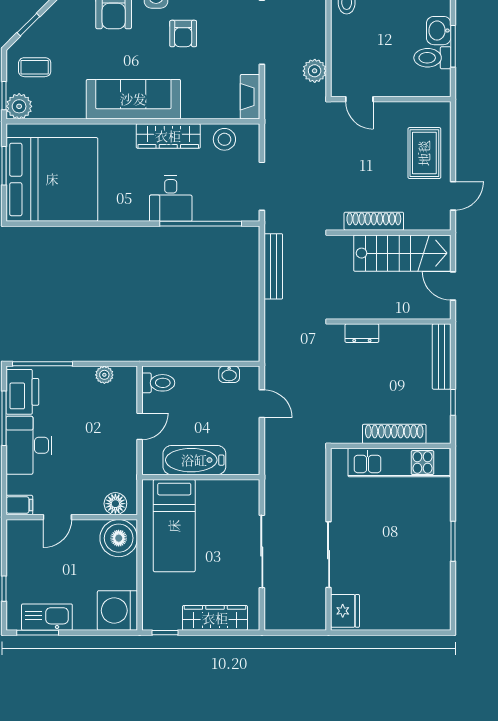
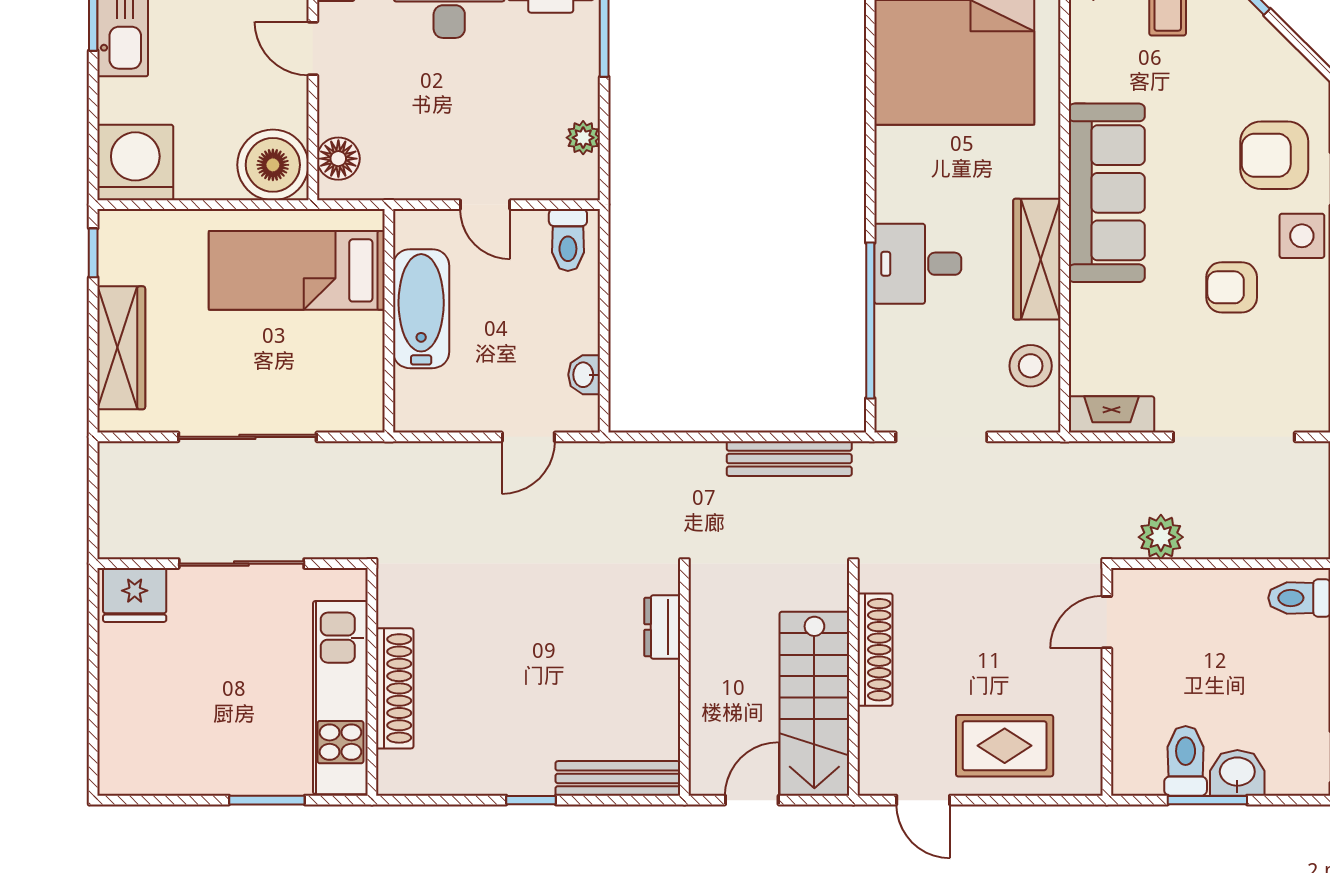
shoe rack: (394, 434) -> (395, 688), moved
wall: (391, 446) -> (372, 682), moved
kitchen unit: (399, 463) -> (340, 698), moved

